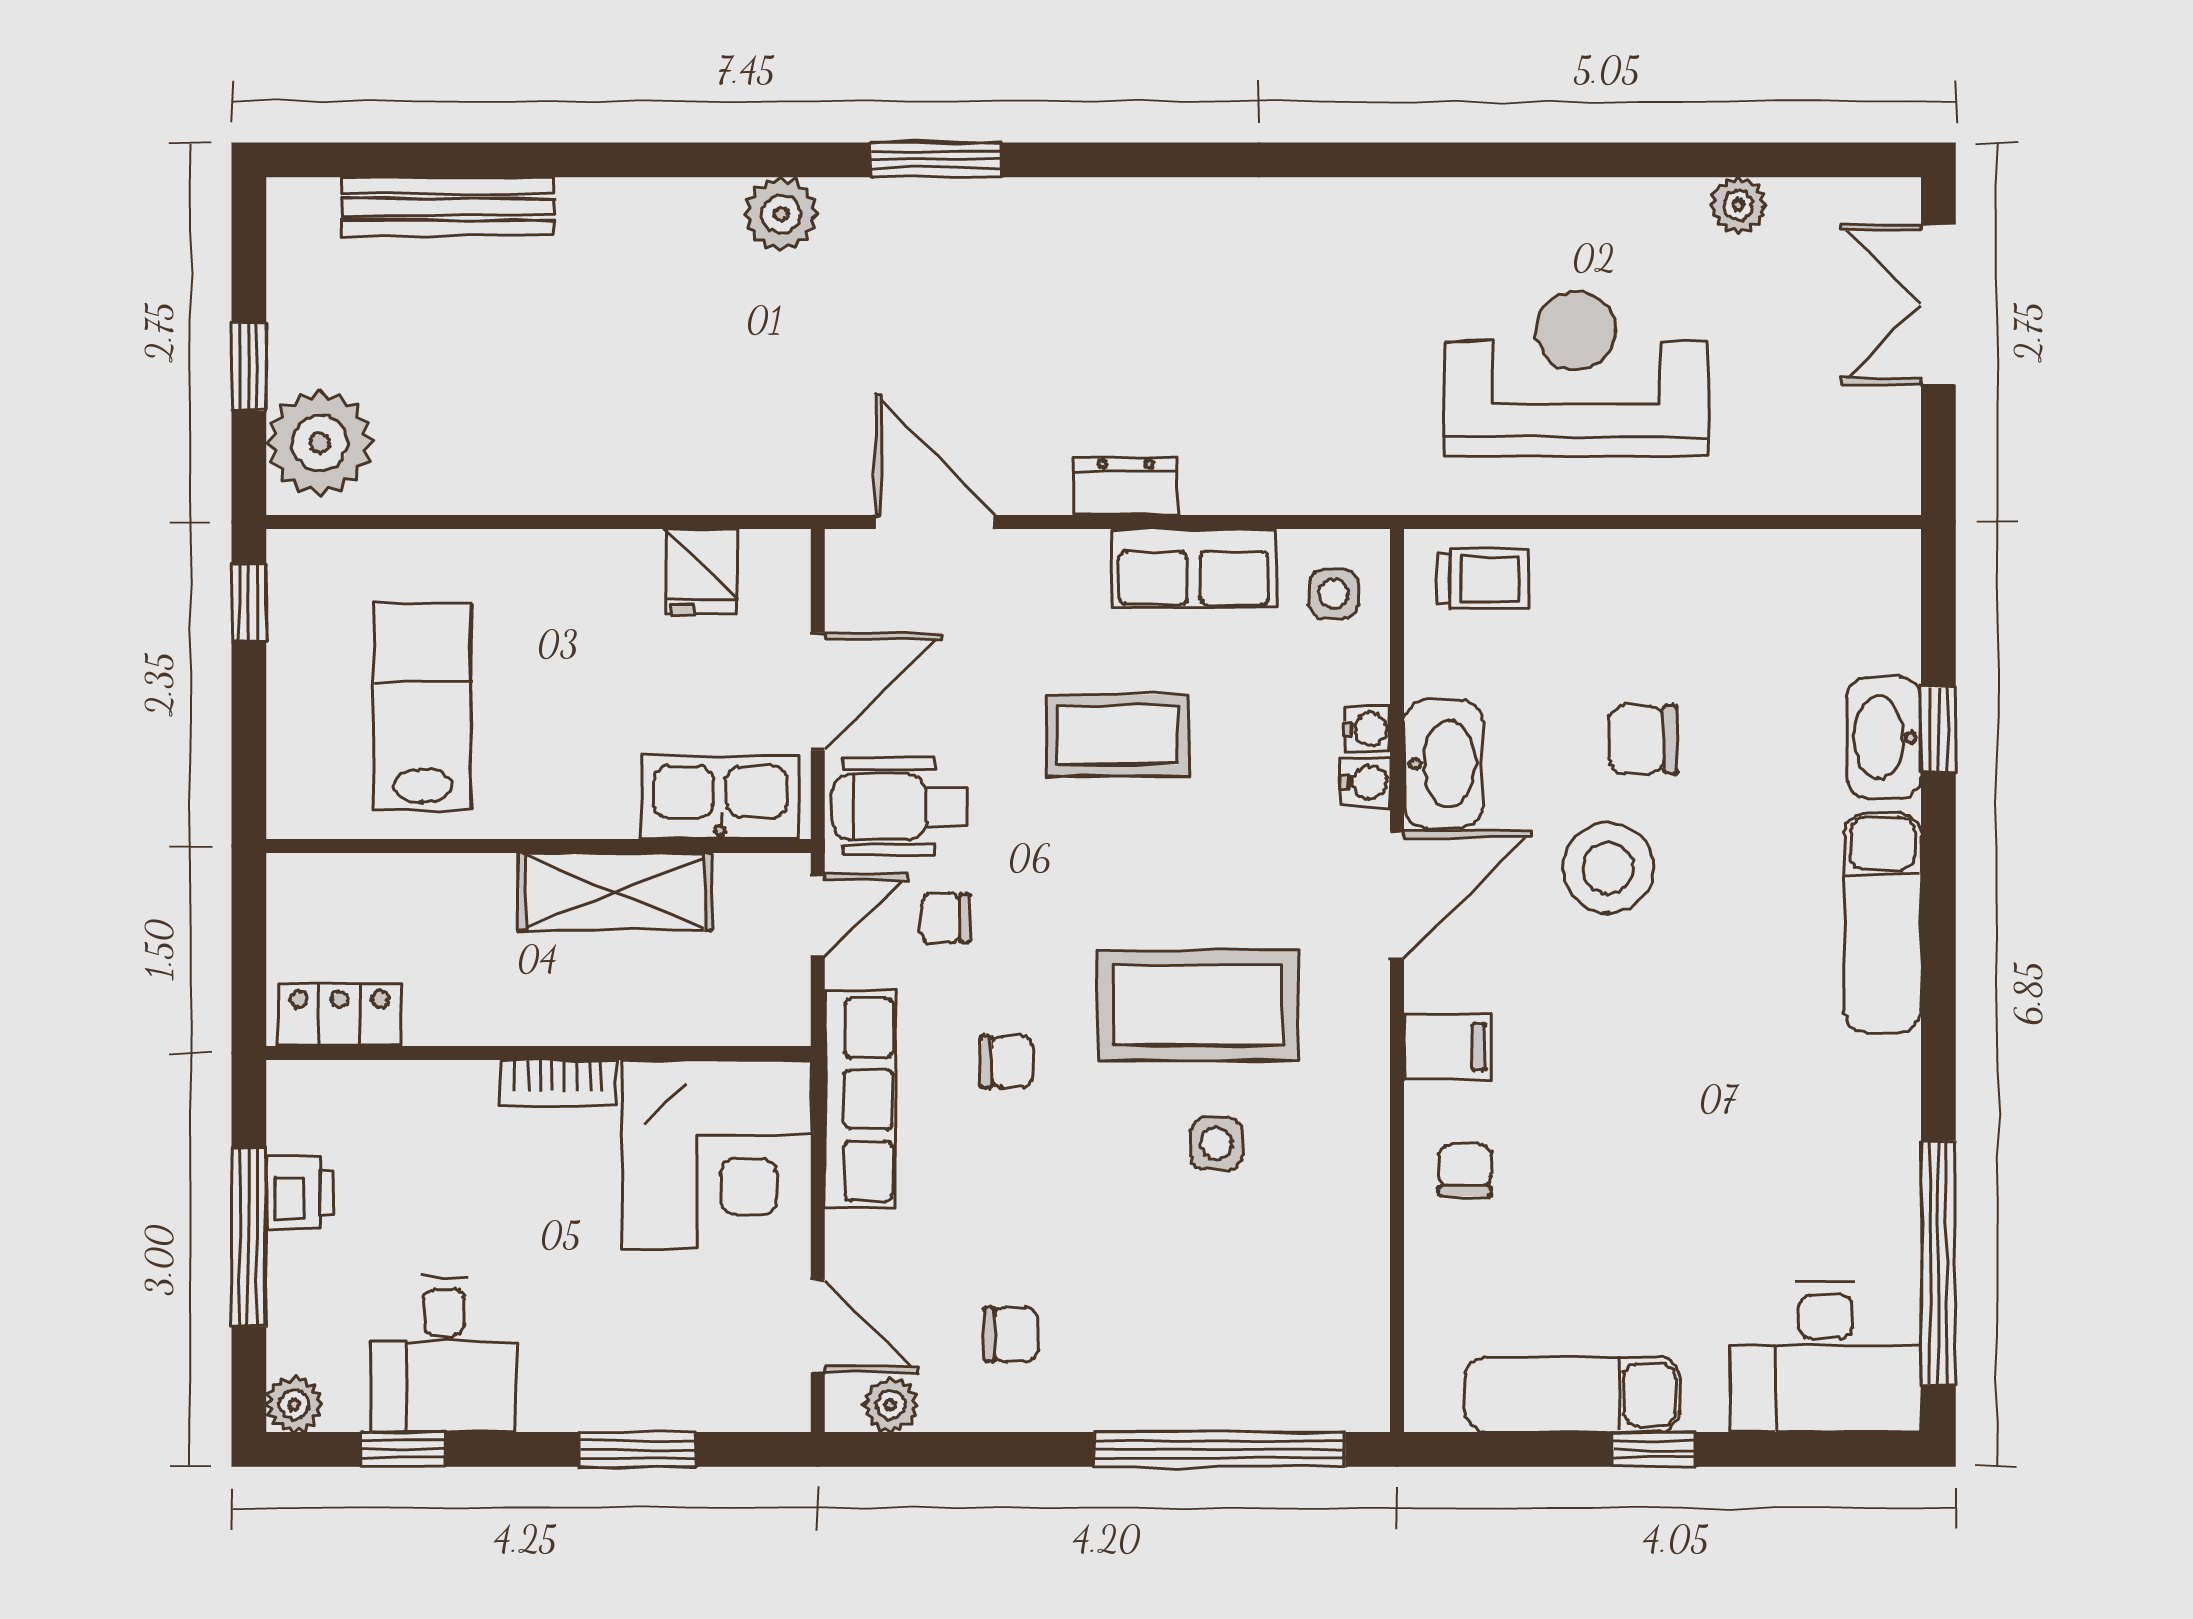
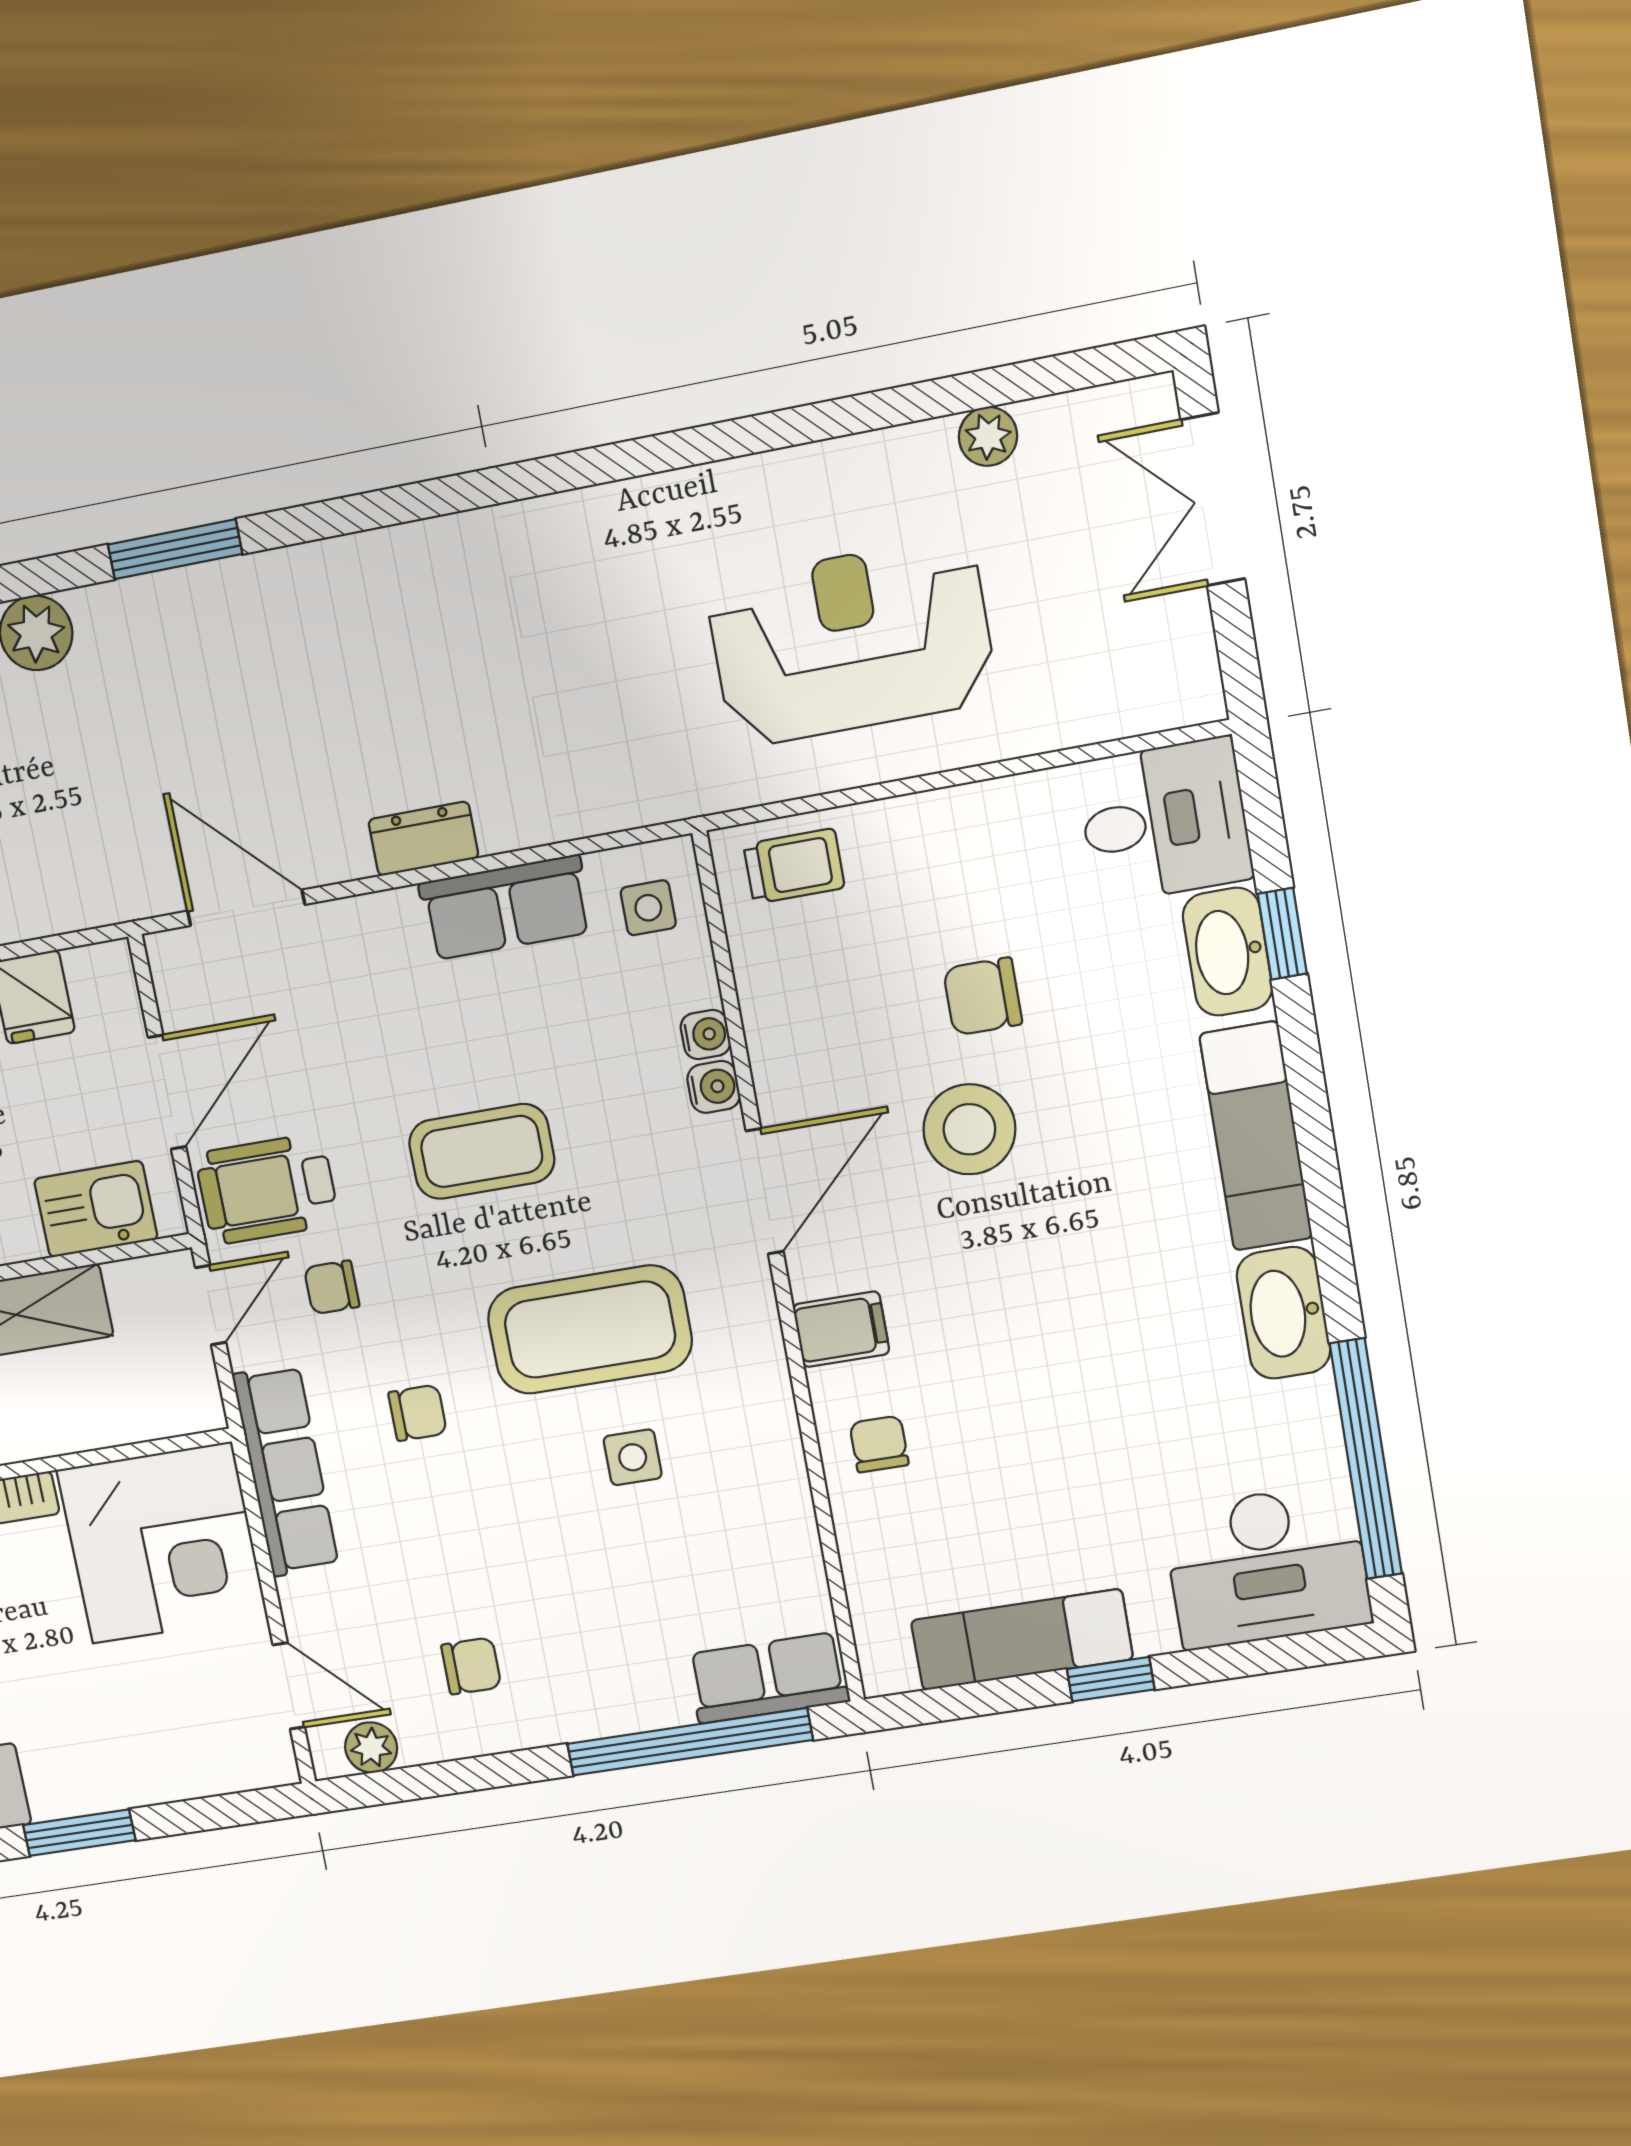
desk: (1844, 600) -> (1164, 821), added
coffee table: (1117, 735) -> (482, 1151), moved
washbasin: (1443, 764) -> (1284, 1313), moved, turned 180
kitchen sink: (720, 797) -> (96, 1209), width x0.73
row of seats: (1311, 1394) -> (768, 1678), added
window: (638, 1449) -> (79, 1833), moved

